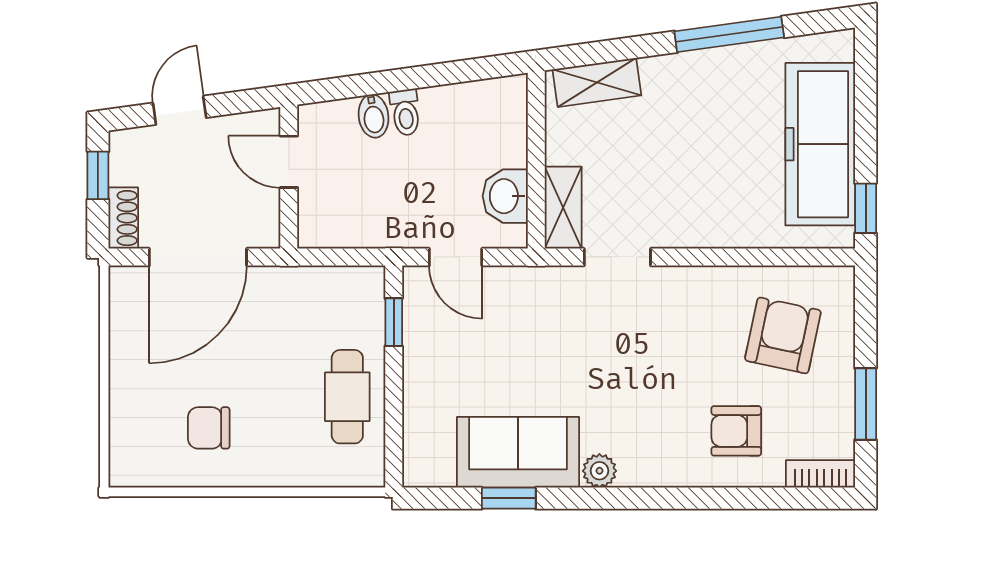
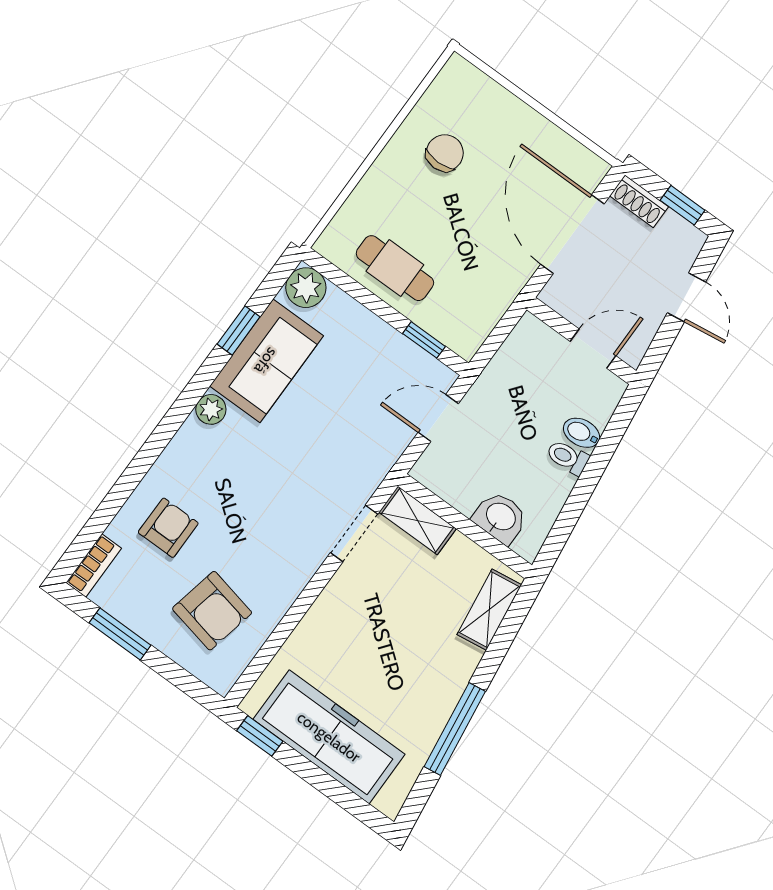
washbasin: (505, 196) -> (500, 517), moved
plant: (425, 465) -> (306, 288), added

